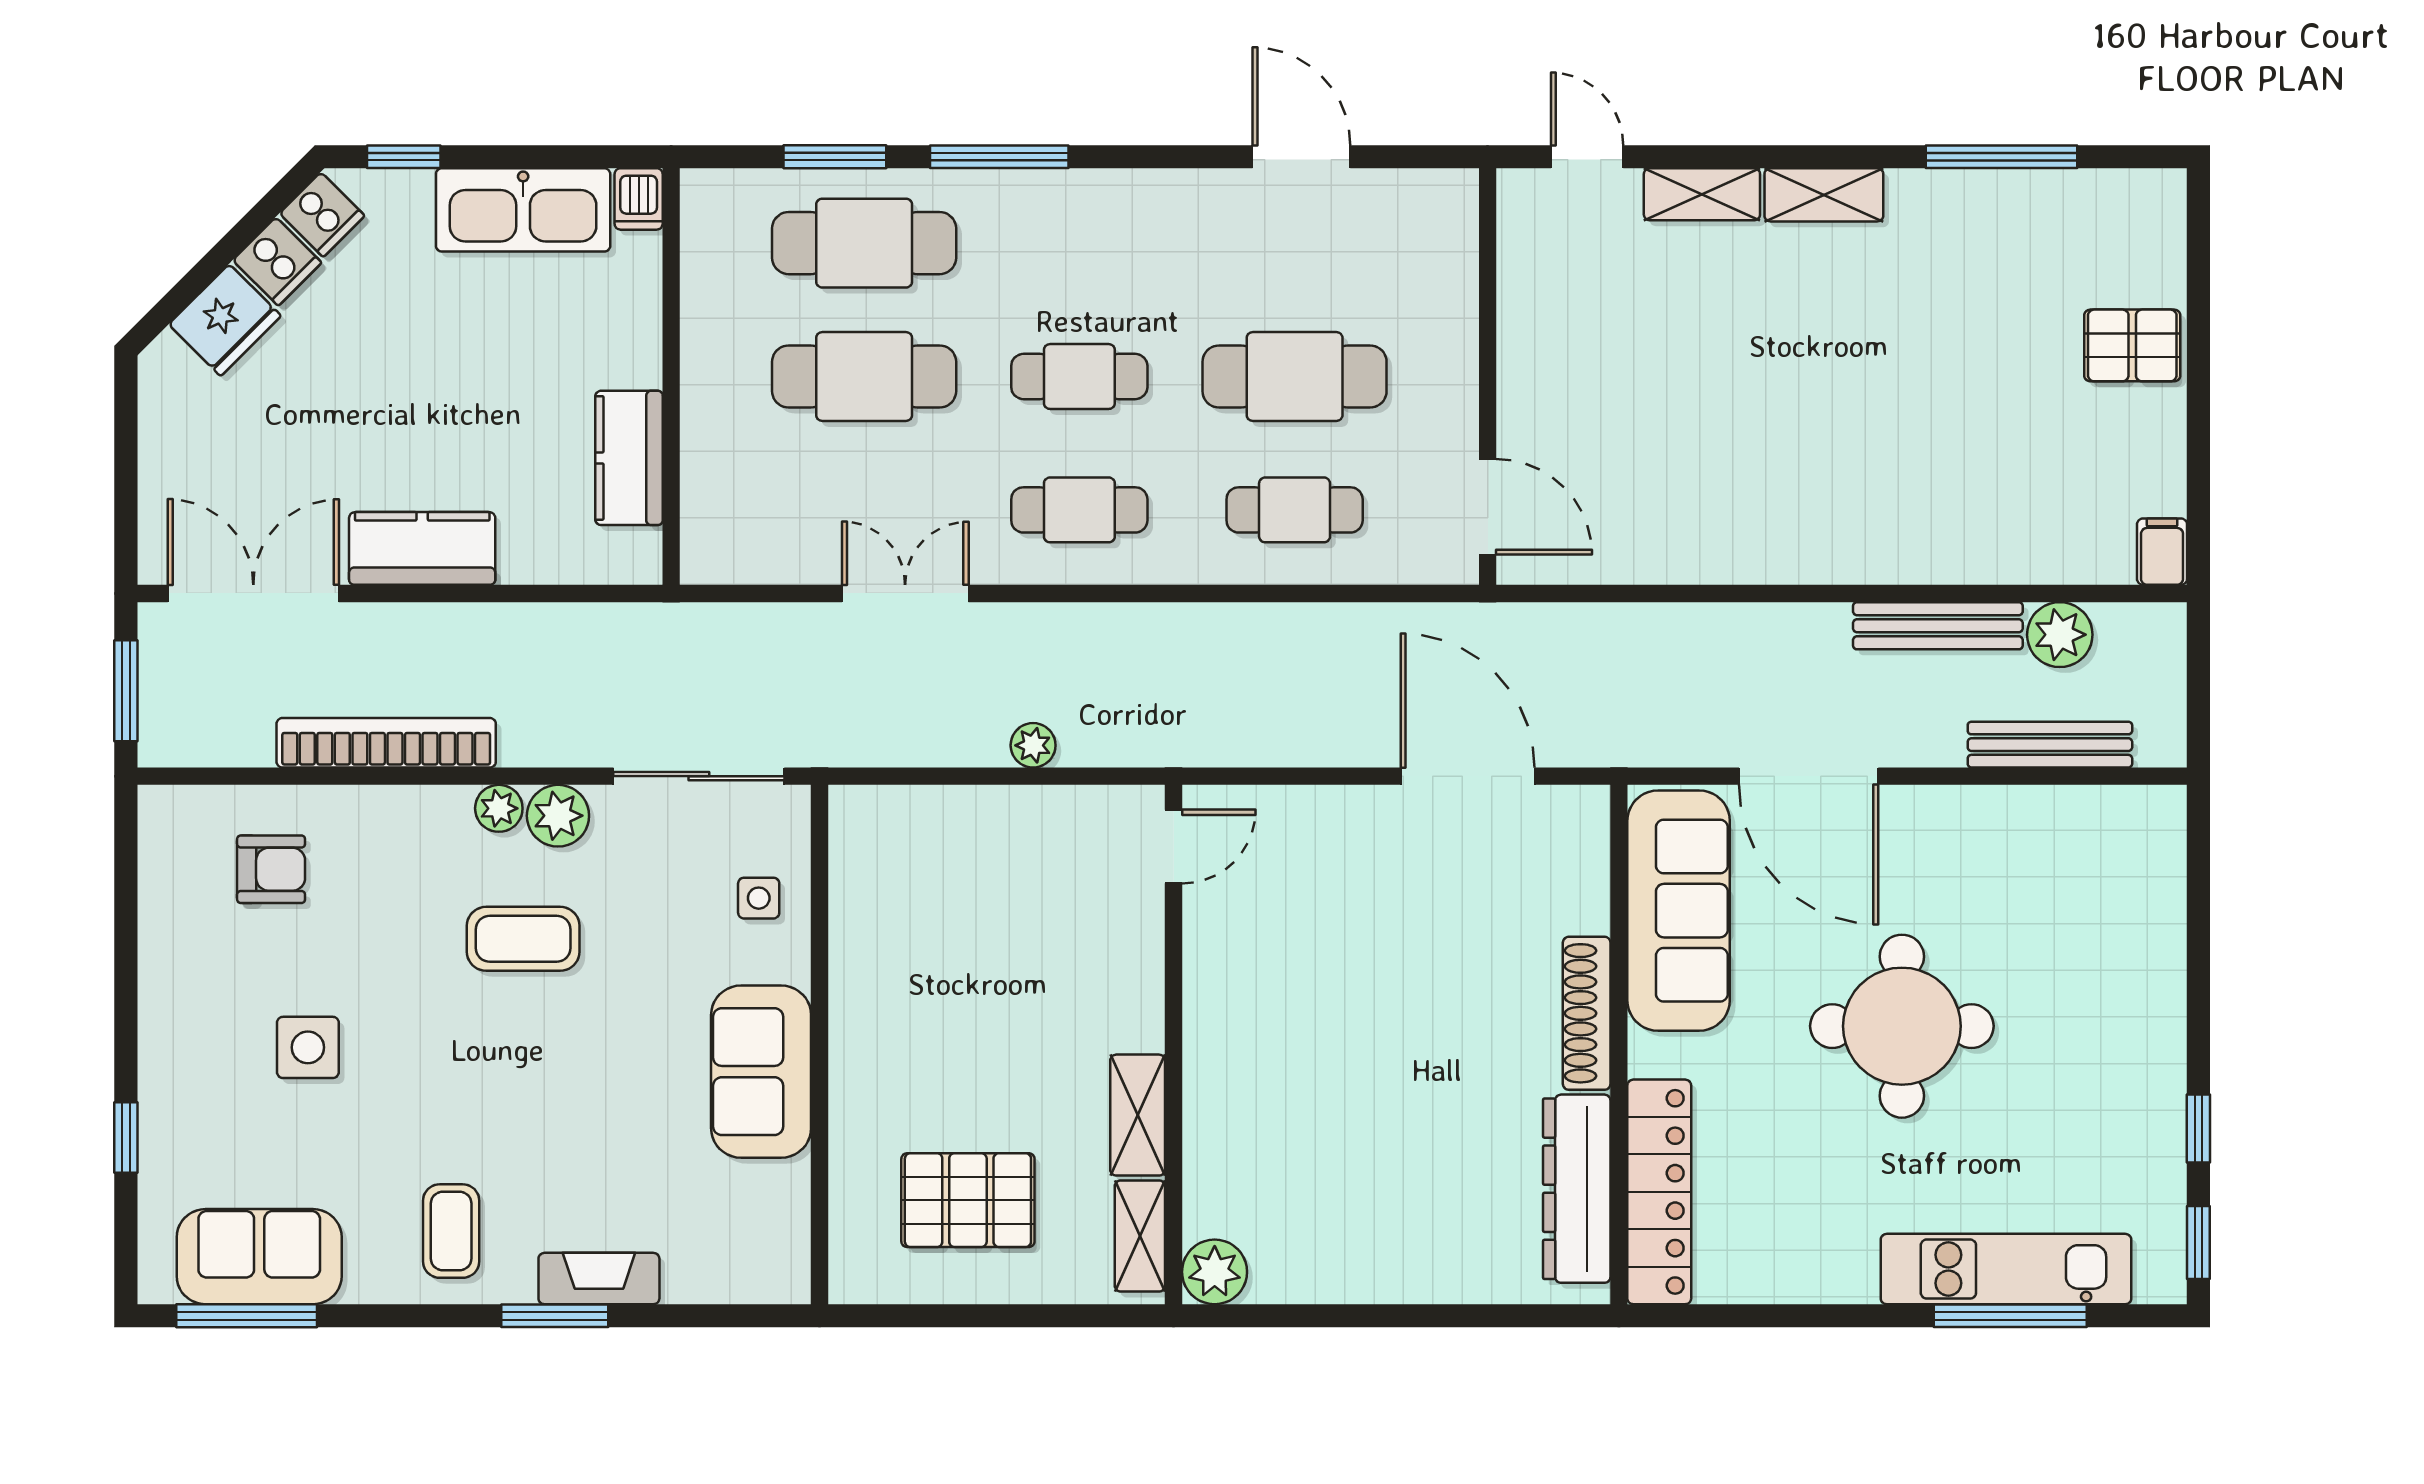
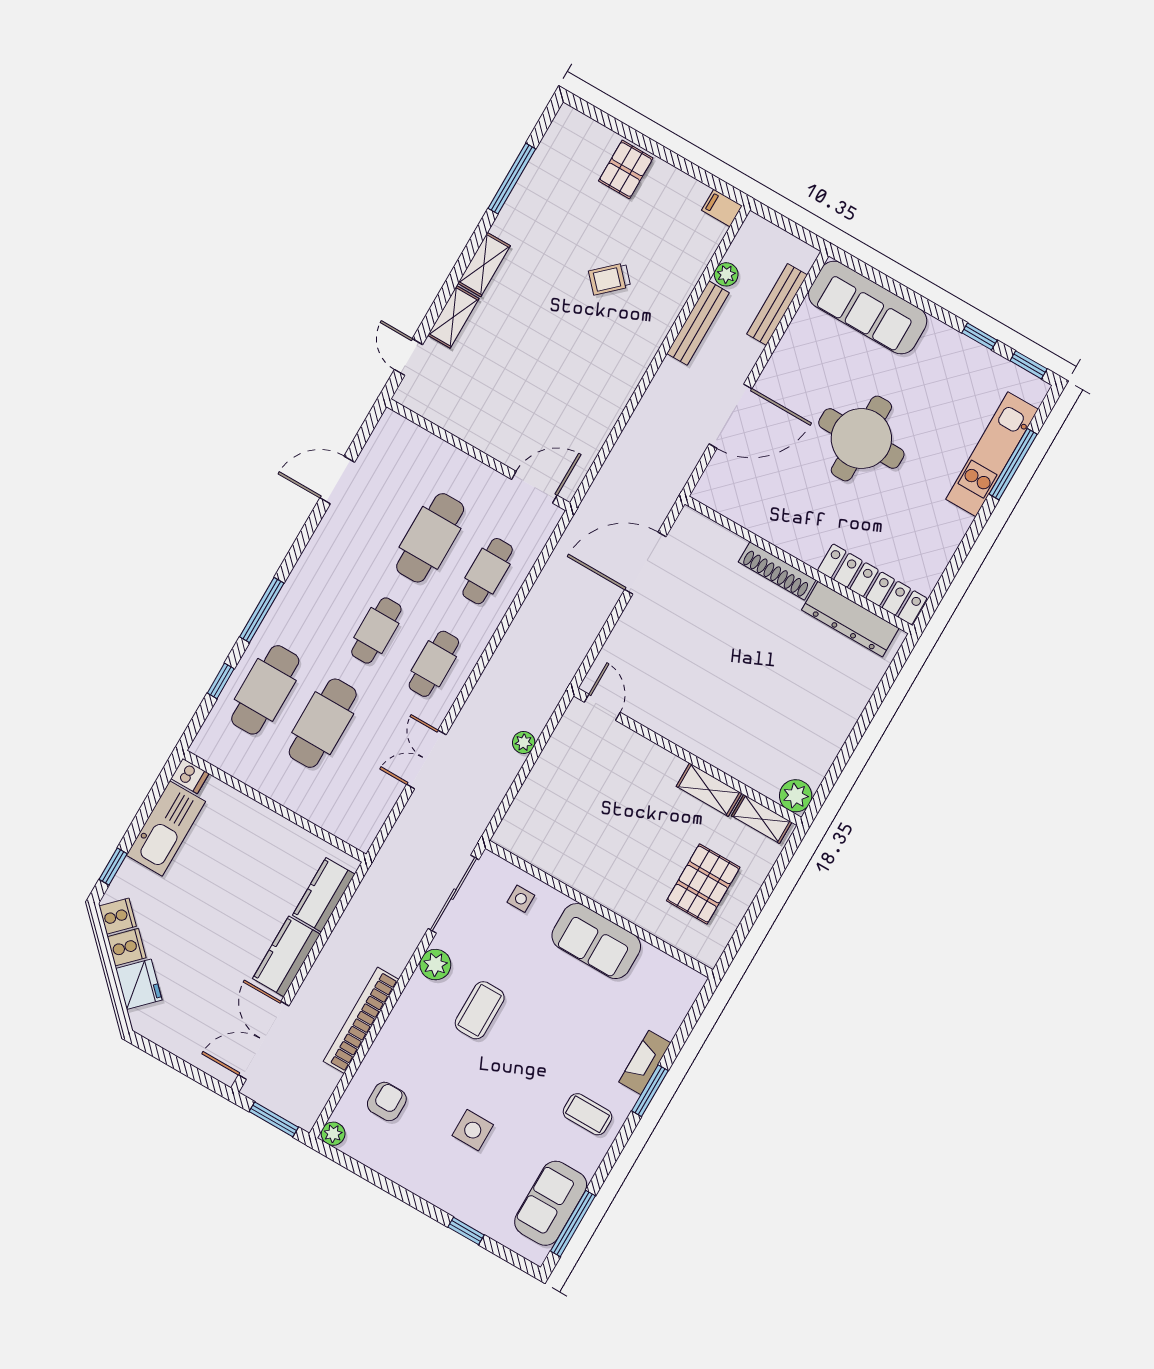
window: (835, 157) -> (221, 681), width x0.67
door: (1587, 157) -> (408, 357), hinge flipped
trolley: (1925, 428) -> (610, 279), added
kitchen counter: (629, 458) -> (324, 895), moved, turned 90
plant: (2060, 635) -> (726, 274), width x0.73, depth x0.73
plant: (499, 808) -> (333, 1134), moved
sofa: (1679, 911) -> (868, 308), moved, turned 180

